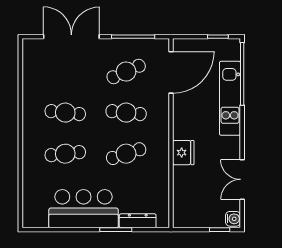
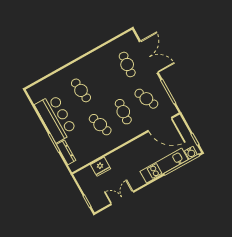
cafe table: (65, 113) -> (127, 64), moved
fridge: (183, 153) -> (101, 167), moved
water cooler: (233, 219) -> (191, 153), moved

